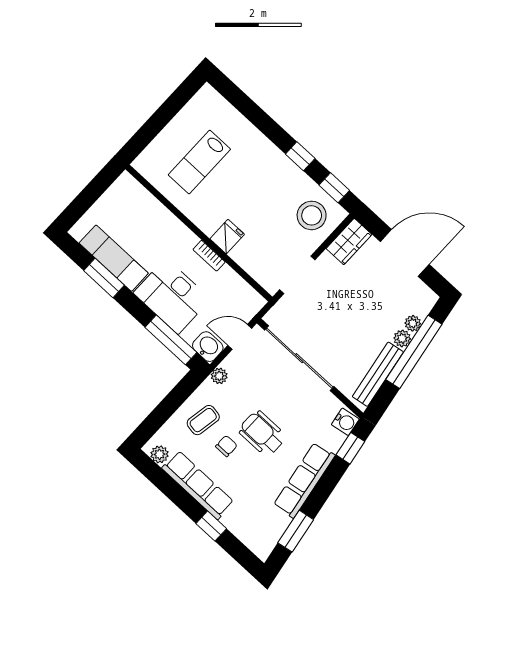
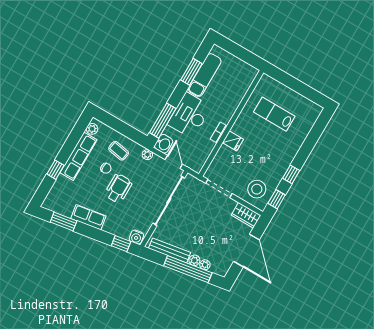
row of seats: (304, 480) -> (88, 217), width x0.68

